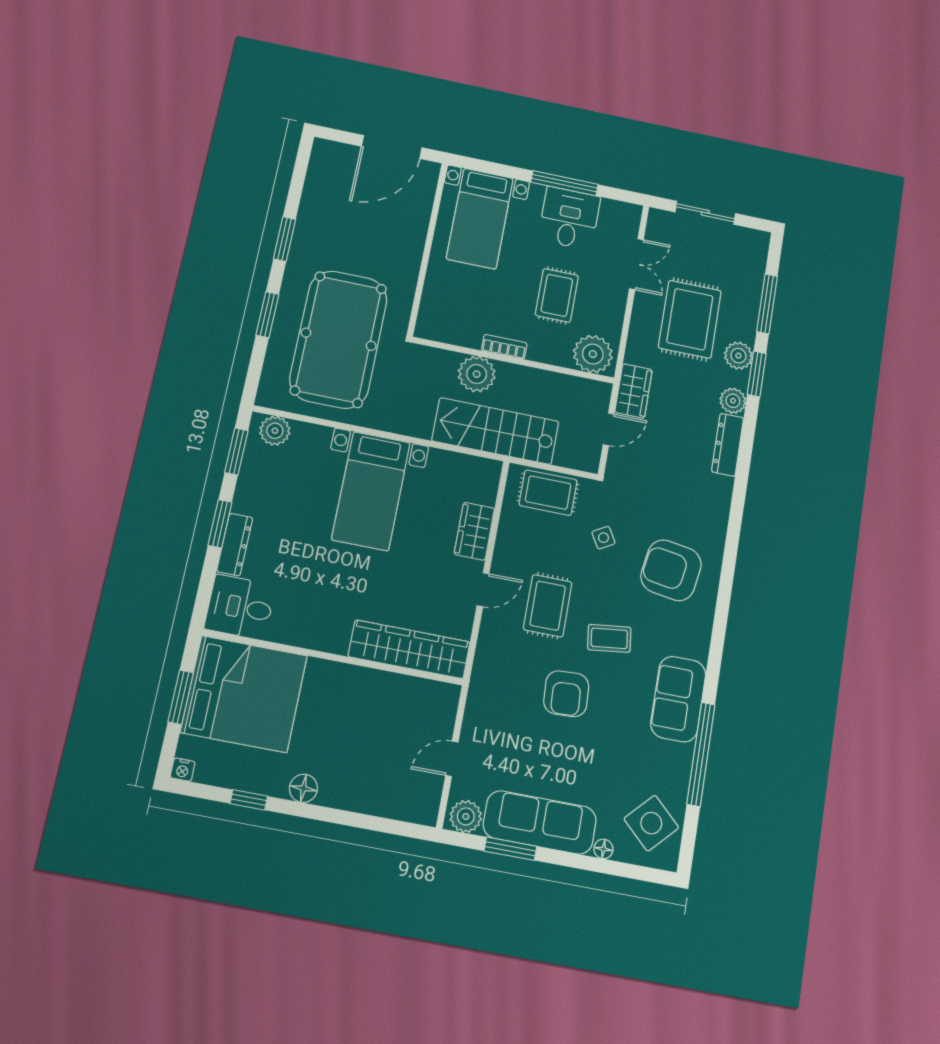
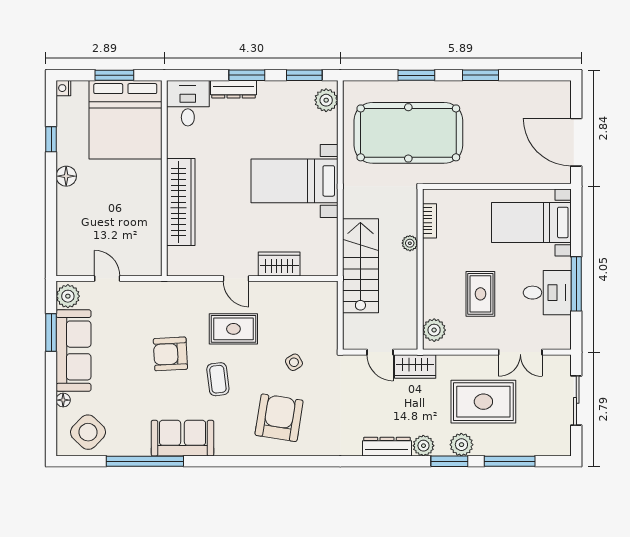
rug: (557, 295) -> (480, 294), turned 90
bookcase: (504, 347) -> (429, 221), moved
plant: (593, 354) -> (434, 330), width x0.73, depth x0.73
plant: (477, 374) -> (410, 243), width x0.53, depth x0.53
rug: (548, 493) -> (320, 314), removed
wardrobe: (409, 649) -> (181, 202), moved

